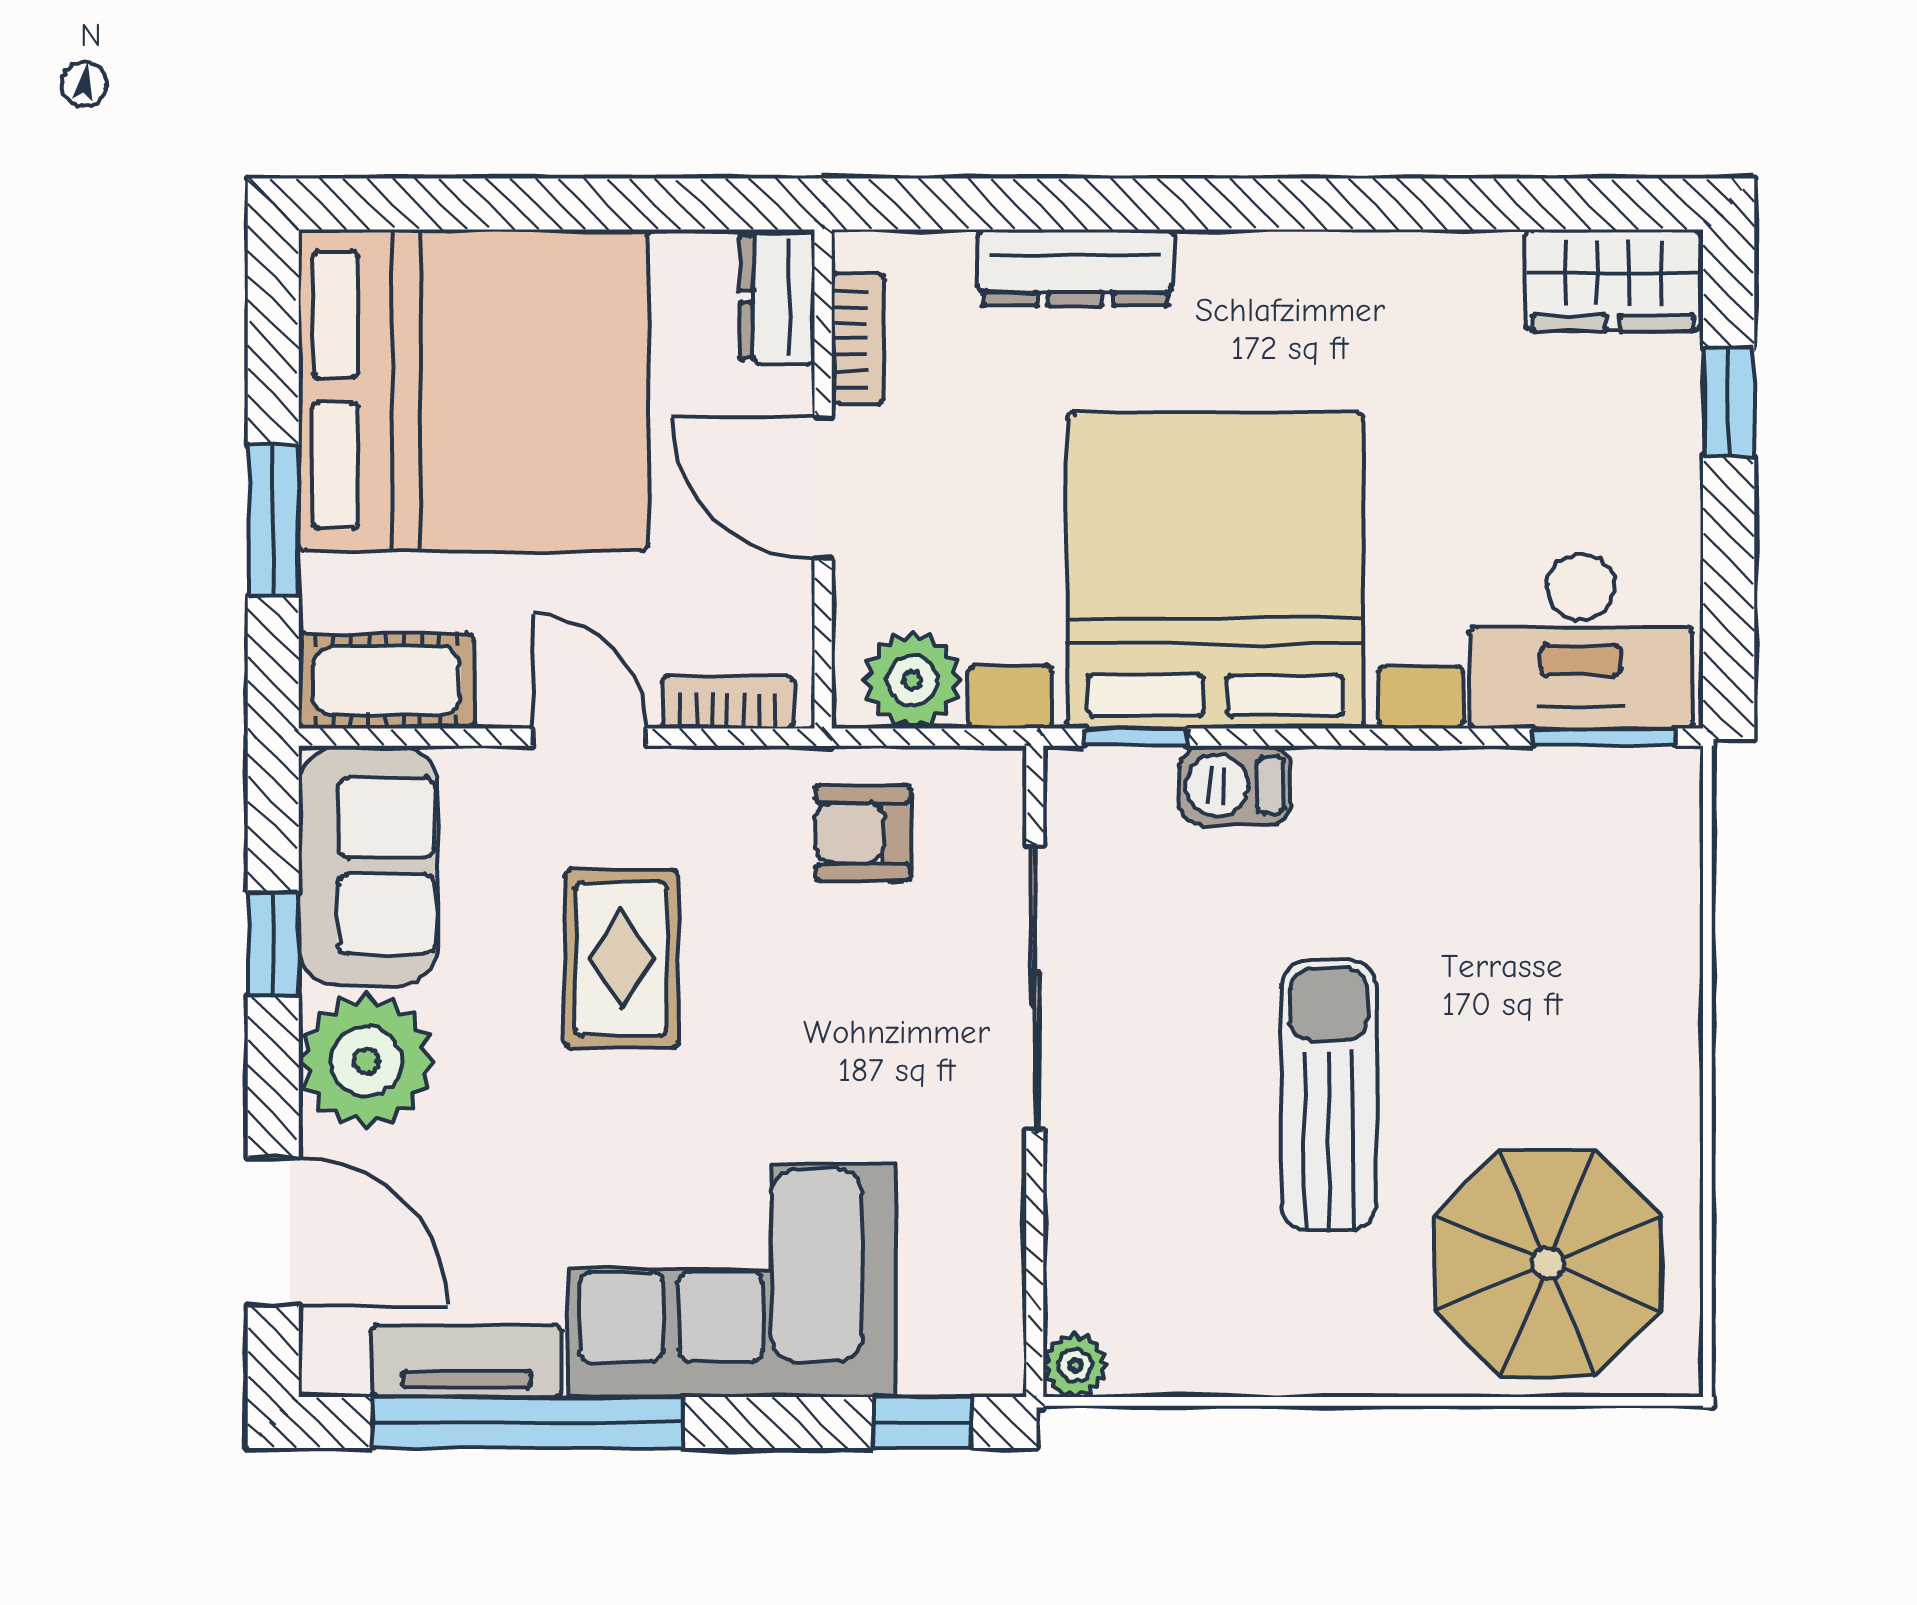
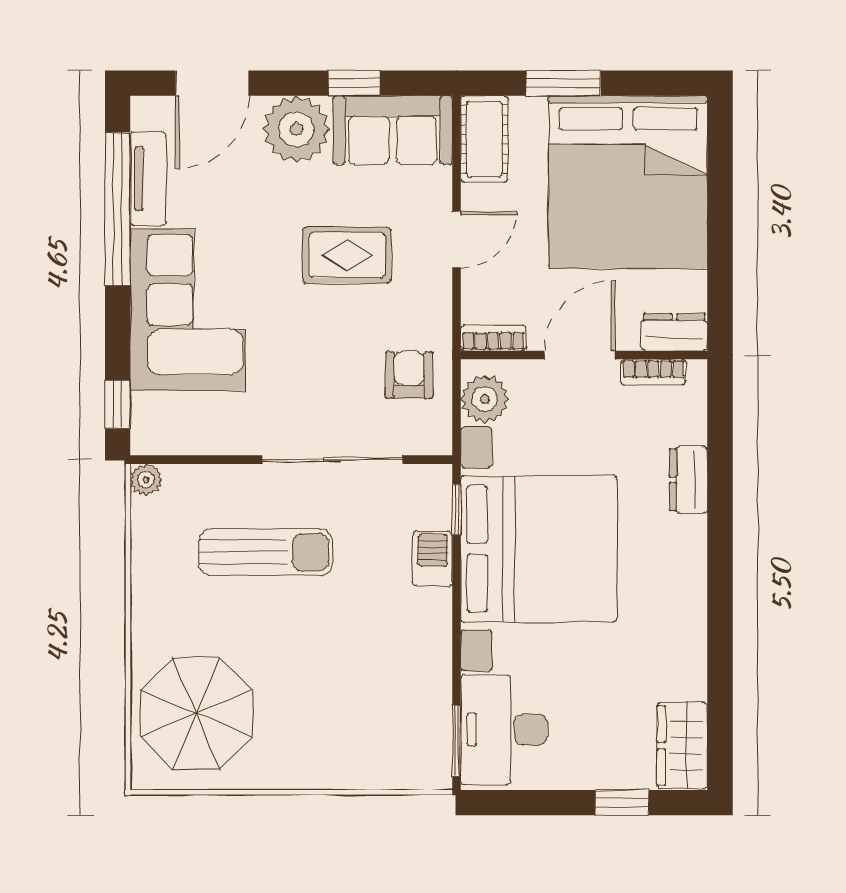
dresser: (1075, 268) -> (689, 480), width x0.70
bookcase: (728, 702) -> (493, 338), moved, turned -90
sun lounger: (1329, 1095) -> (266, 552), moved

